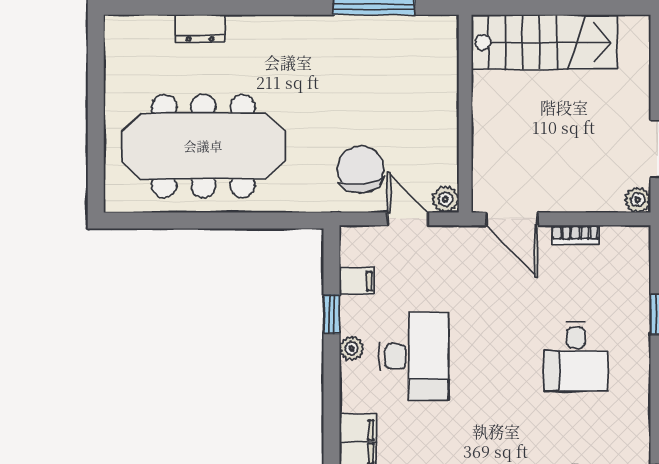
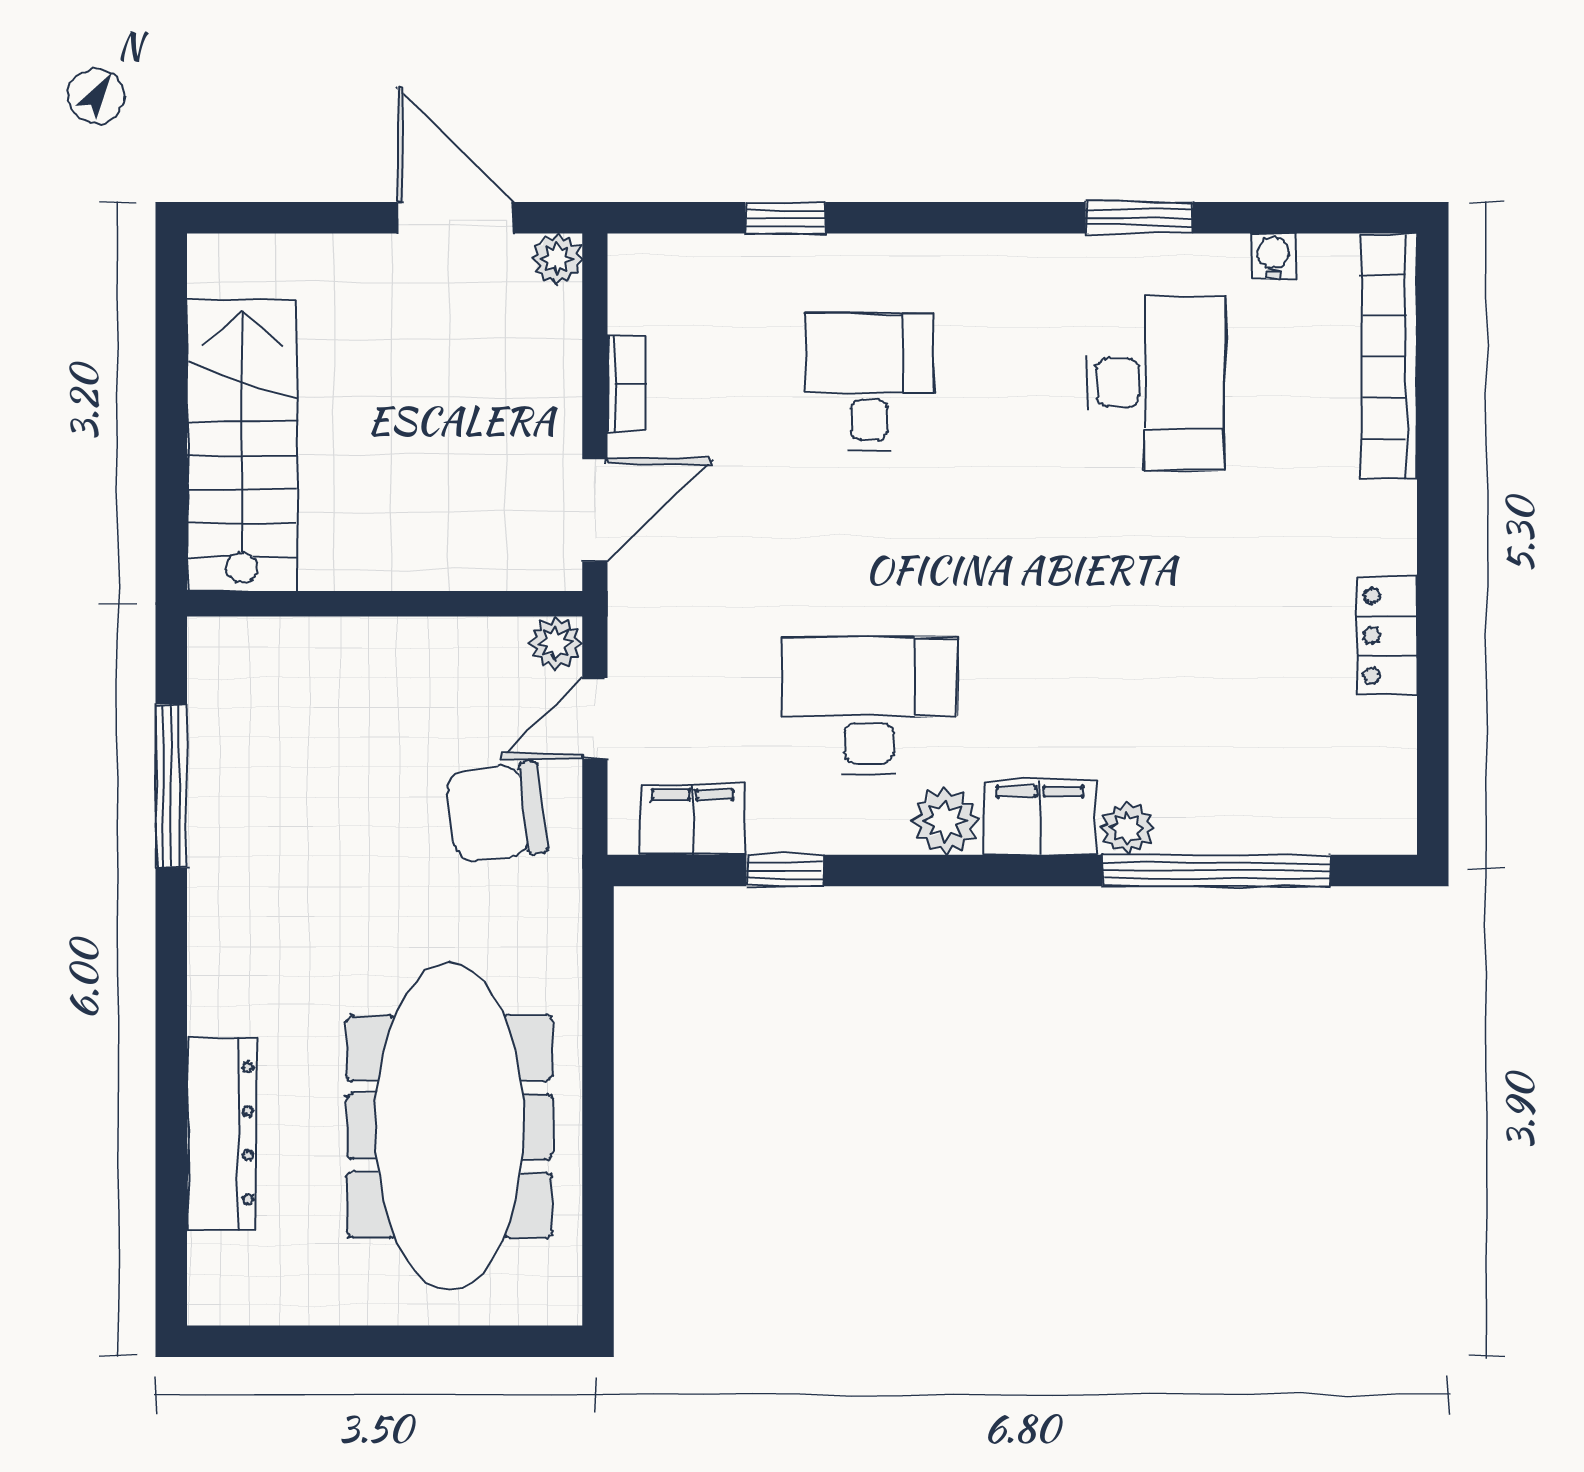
dresser: (200, 28) -> (221, 1133), width x1.96, depth x1.24
filing cabinet: (357, 281) -> (693, 820), width x2.00
plant: (352, 349) -> (945, 821), moved, width x1.38, depth x1.38
desk: (576, 356) -> (869, 383), turned -90

